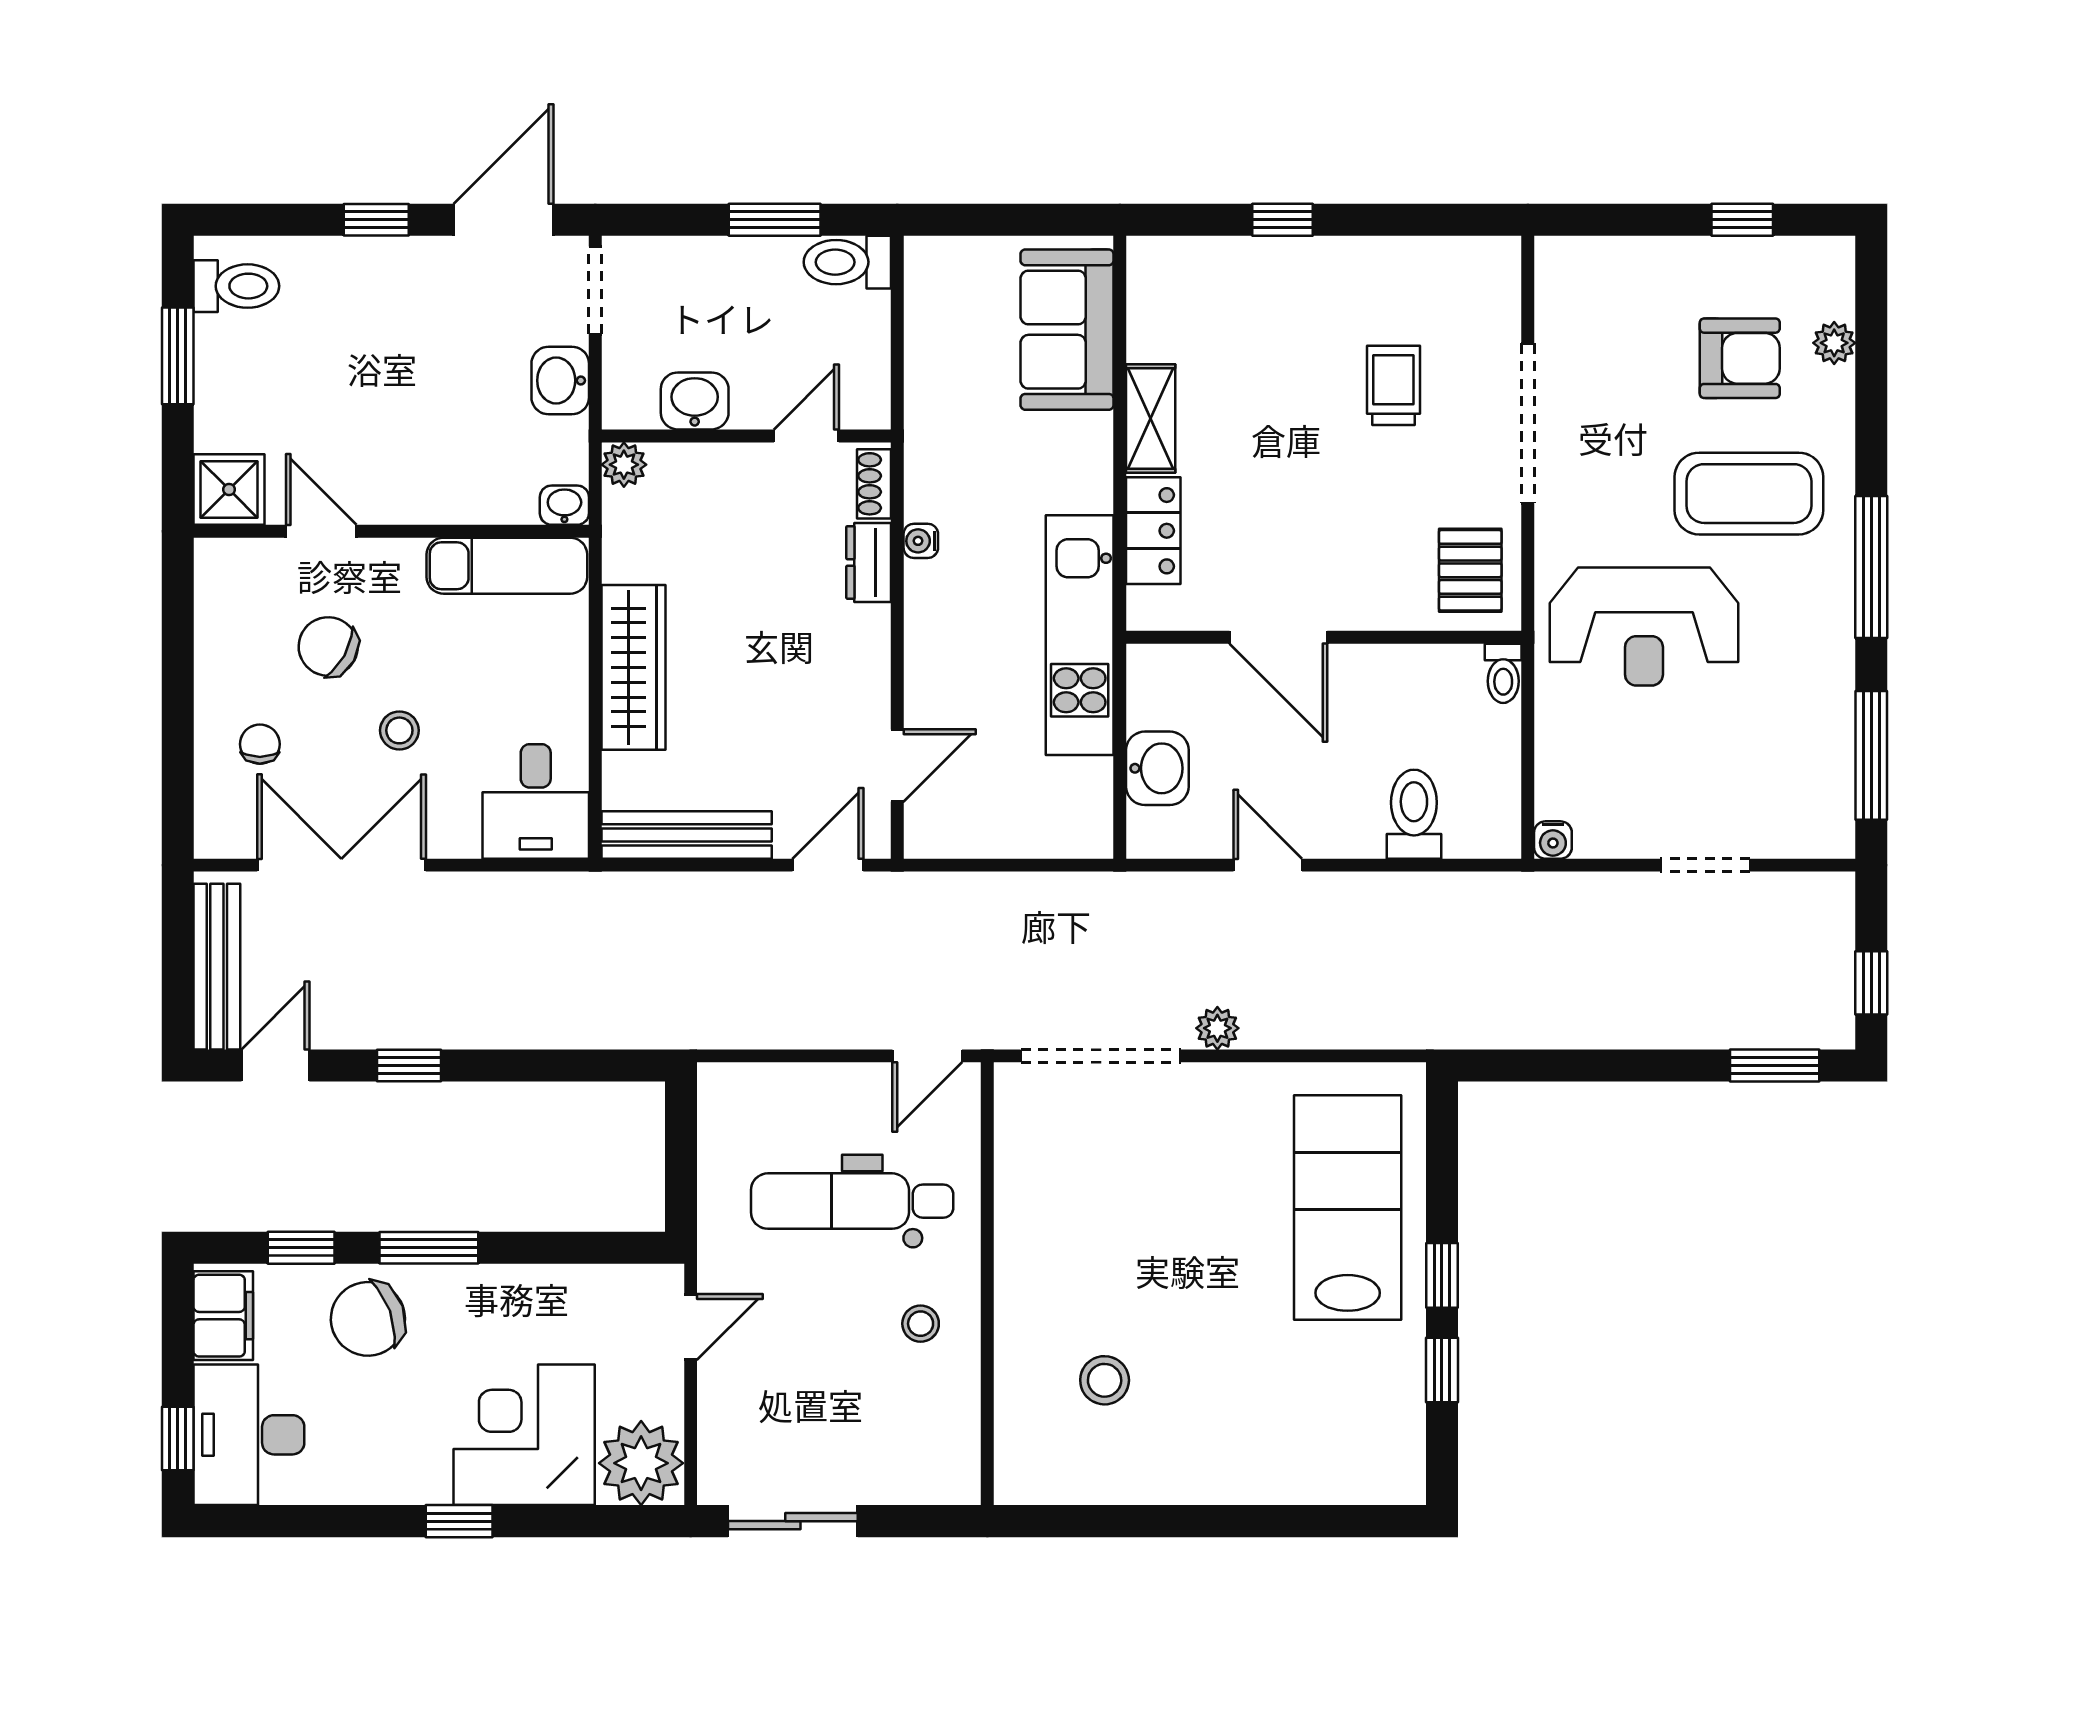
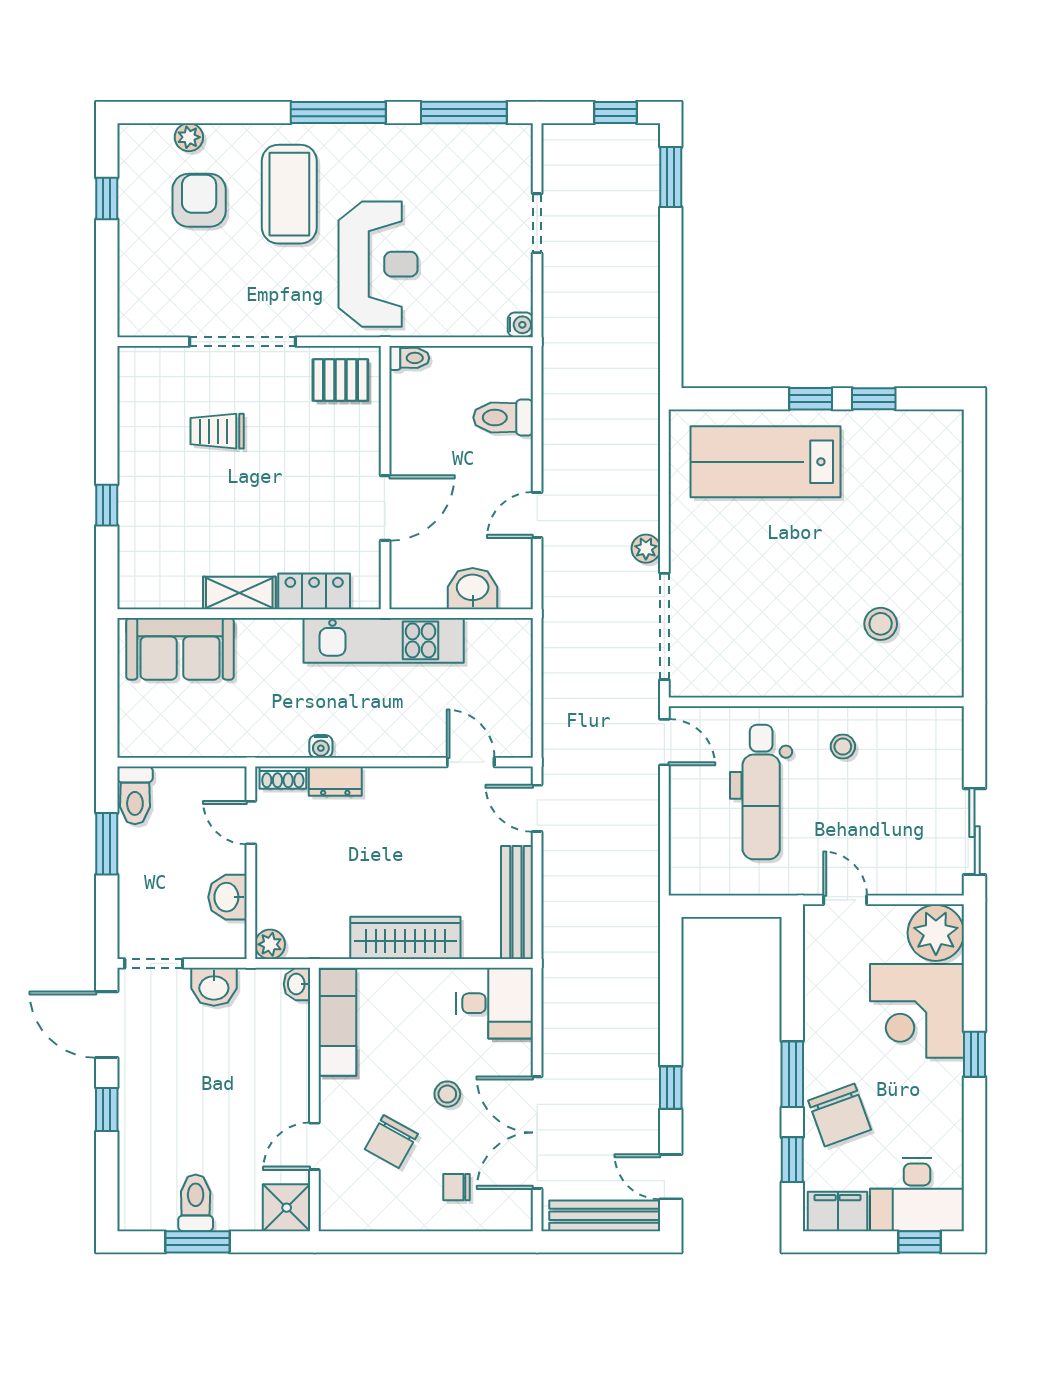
toilet: (236, 286) -> (196, 1203), moved

